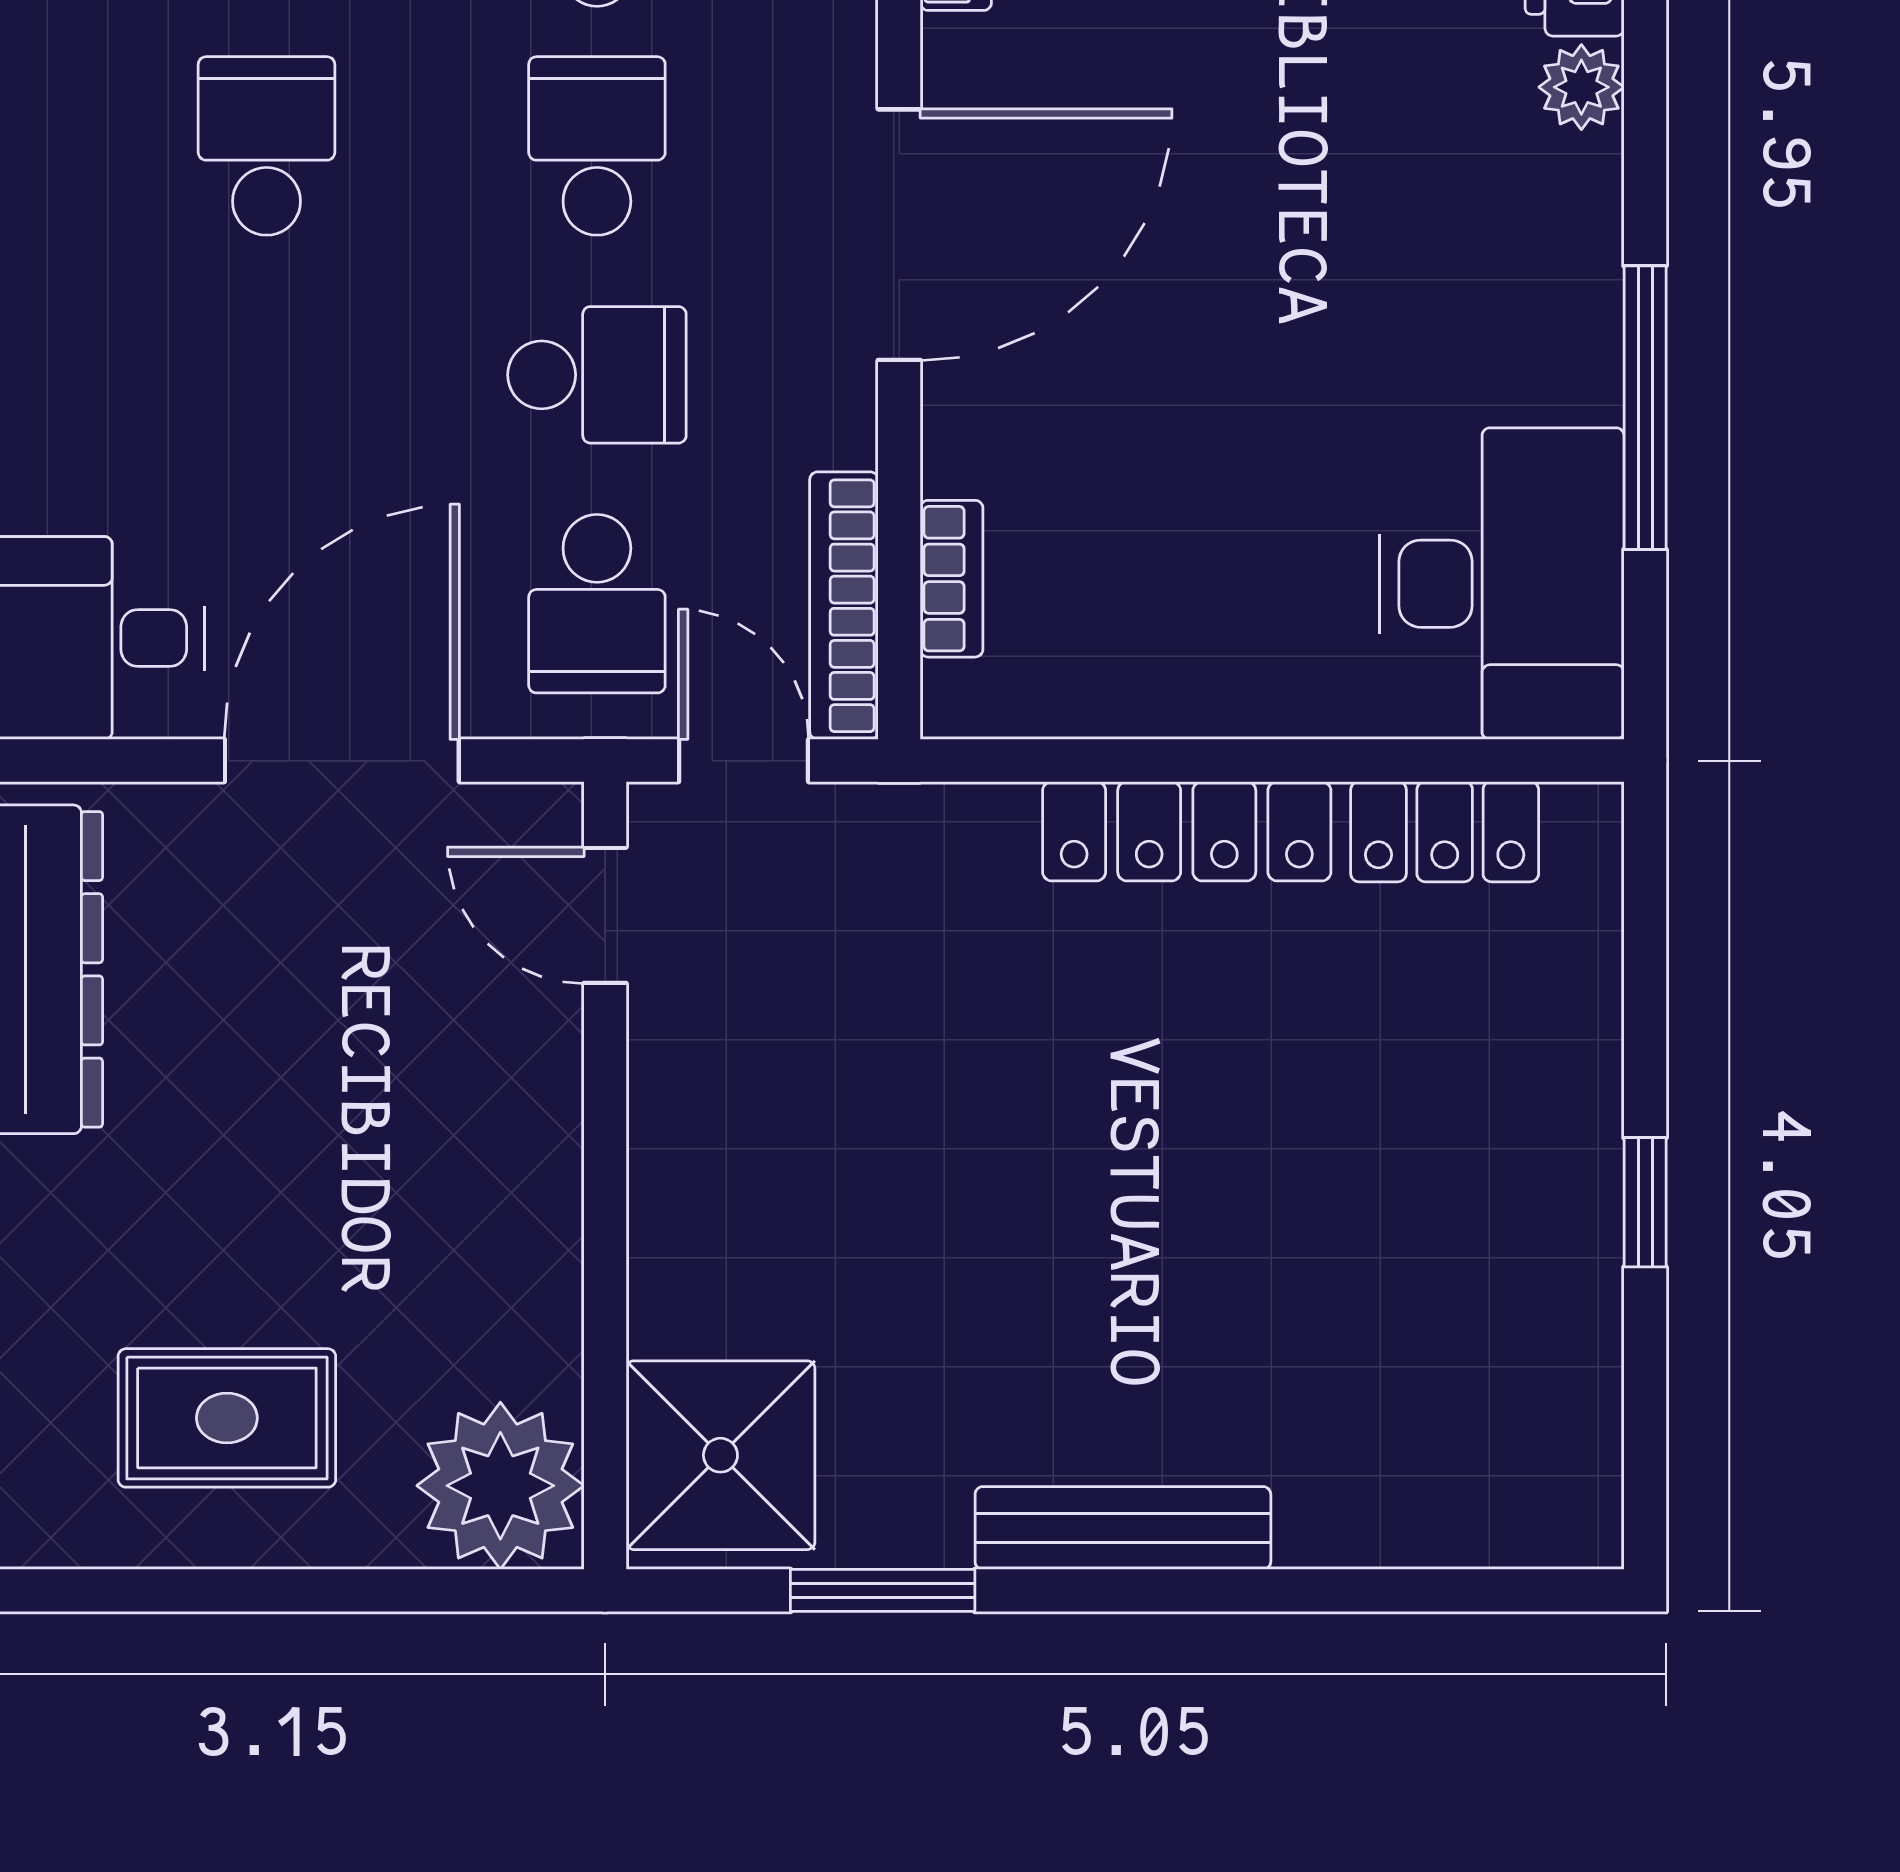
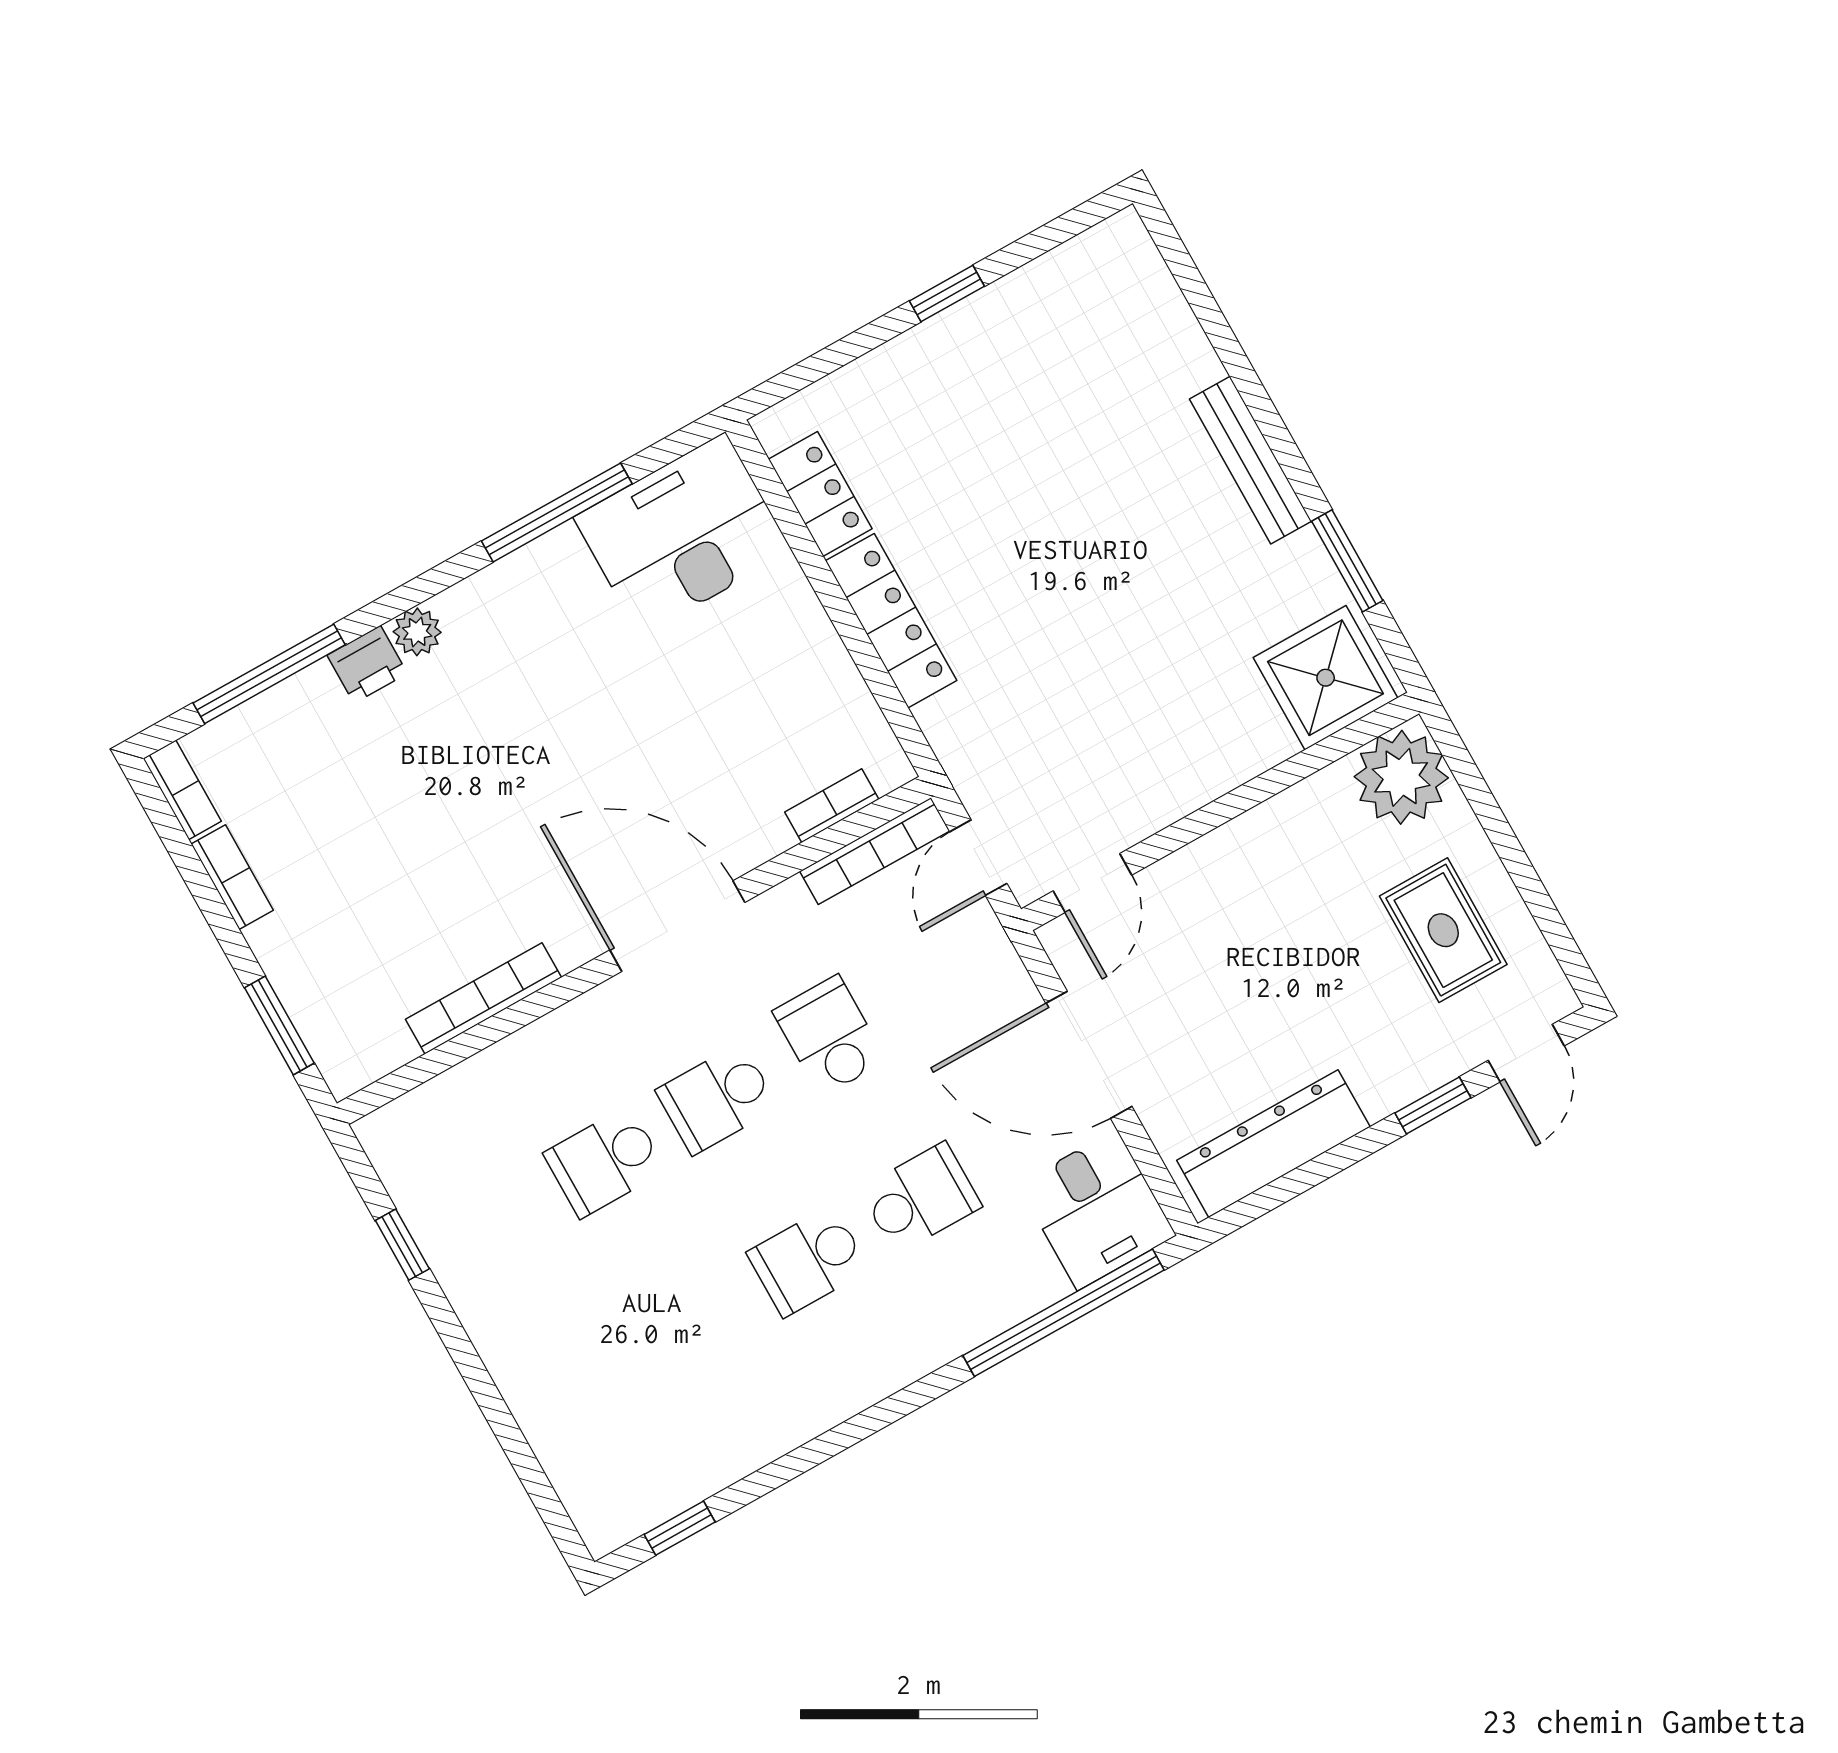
school desk: (597, 604) -> (920, 1198), moved

